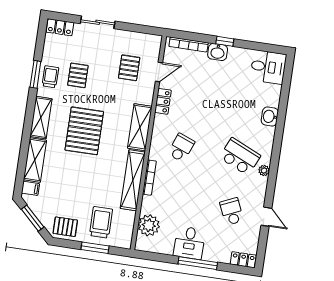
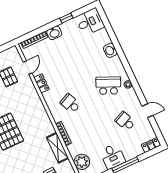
window: (225, 41) -> (66, 18), moved
shelving: (140, 127) -> (38, 108), removed
school desk: (181, 148) -> (70, 104), turned -45
shelving: (133, 180) -> (58, 148), width x0.68

